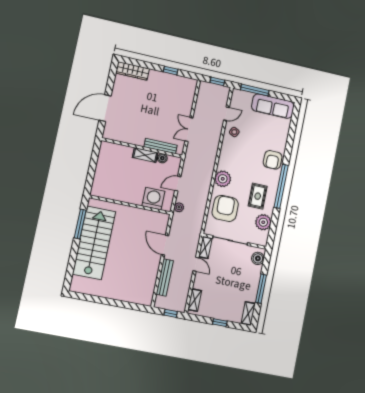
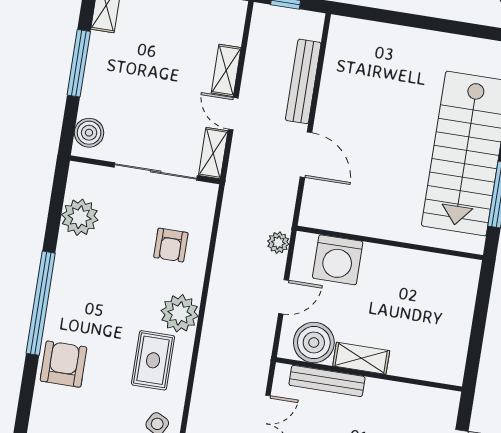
boiler: (162, 158) -> (314, 343), width x1.86, depth x1.86
rug: (258, 196) -> (153, 360), moved
armchair: (225, 208) -> (171, 245), width x0.53, depth x0.53
shelving: (195, 300) -> (226, 70), moved

